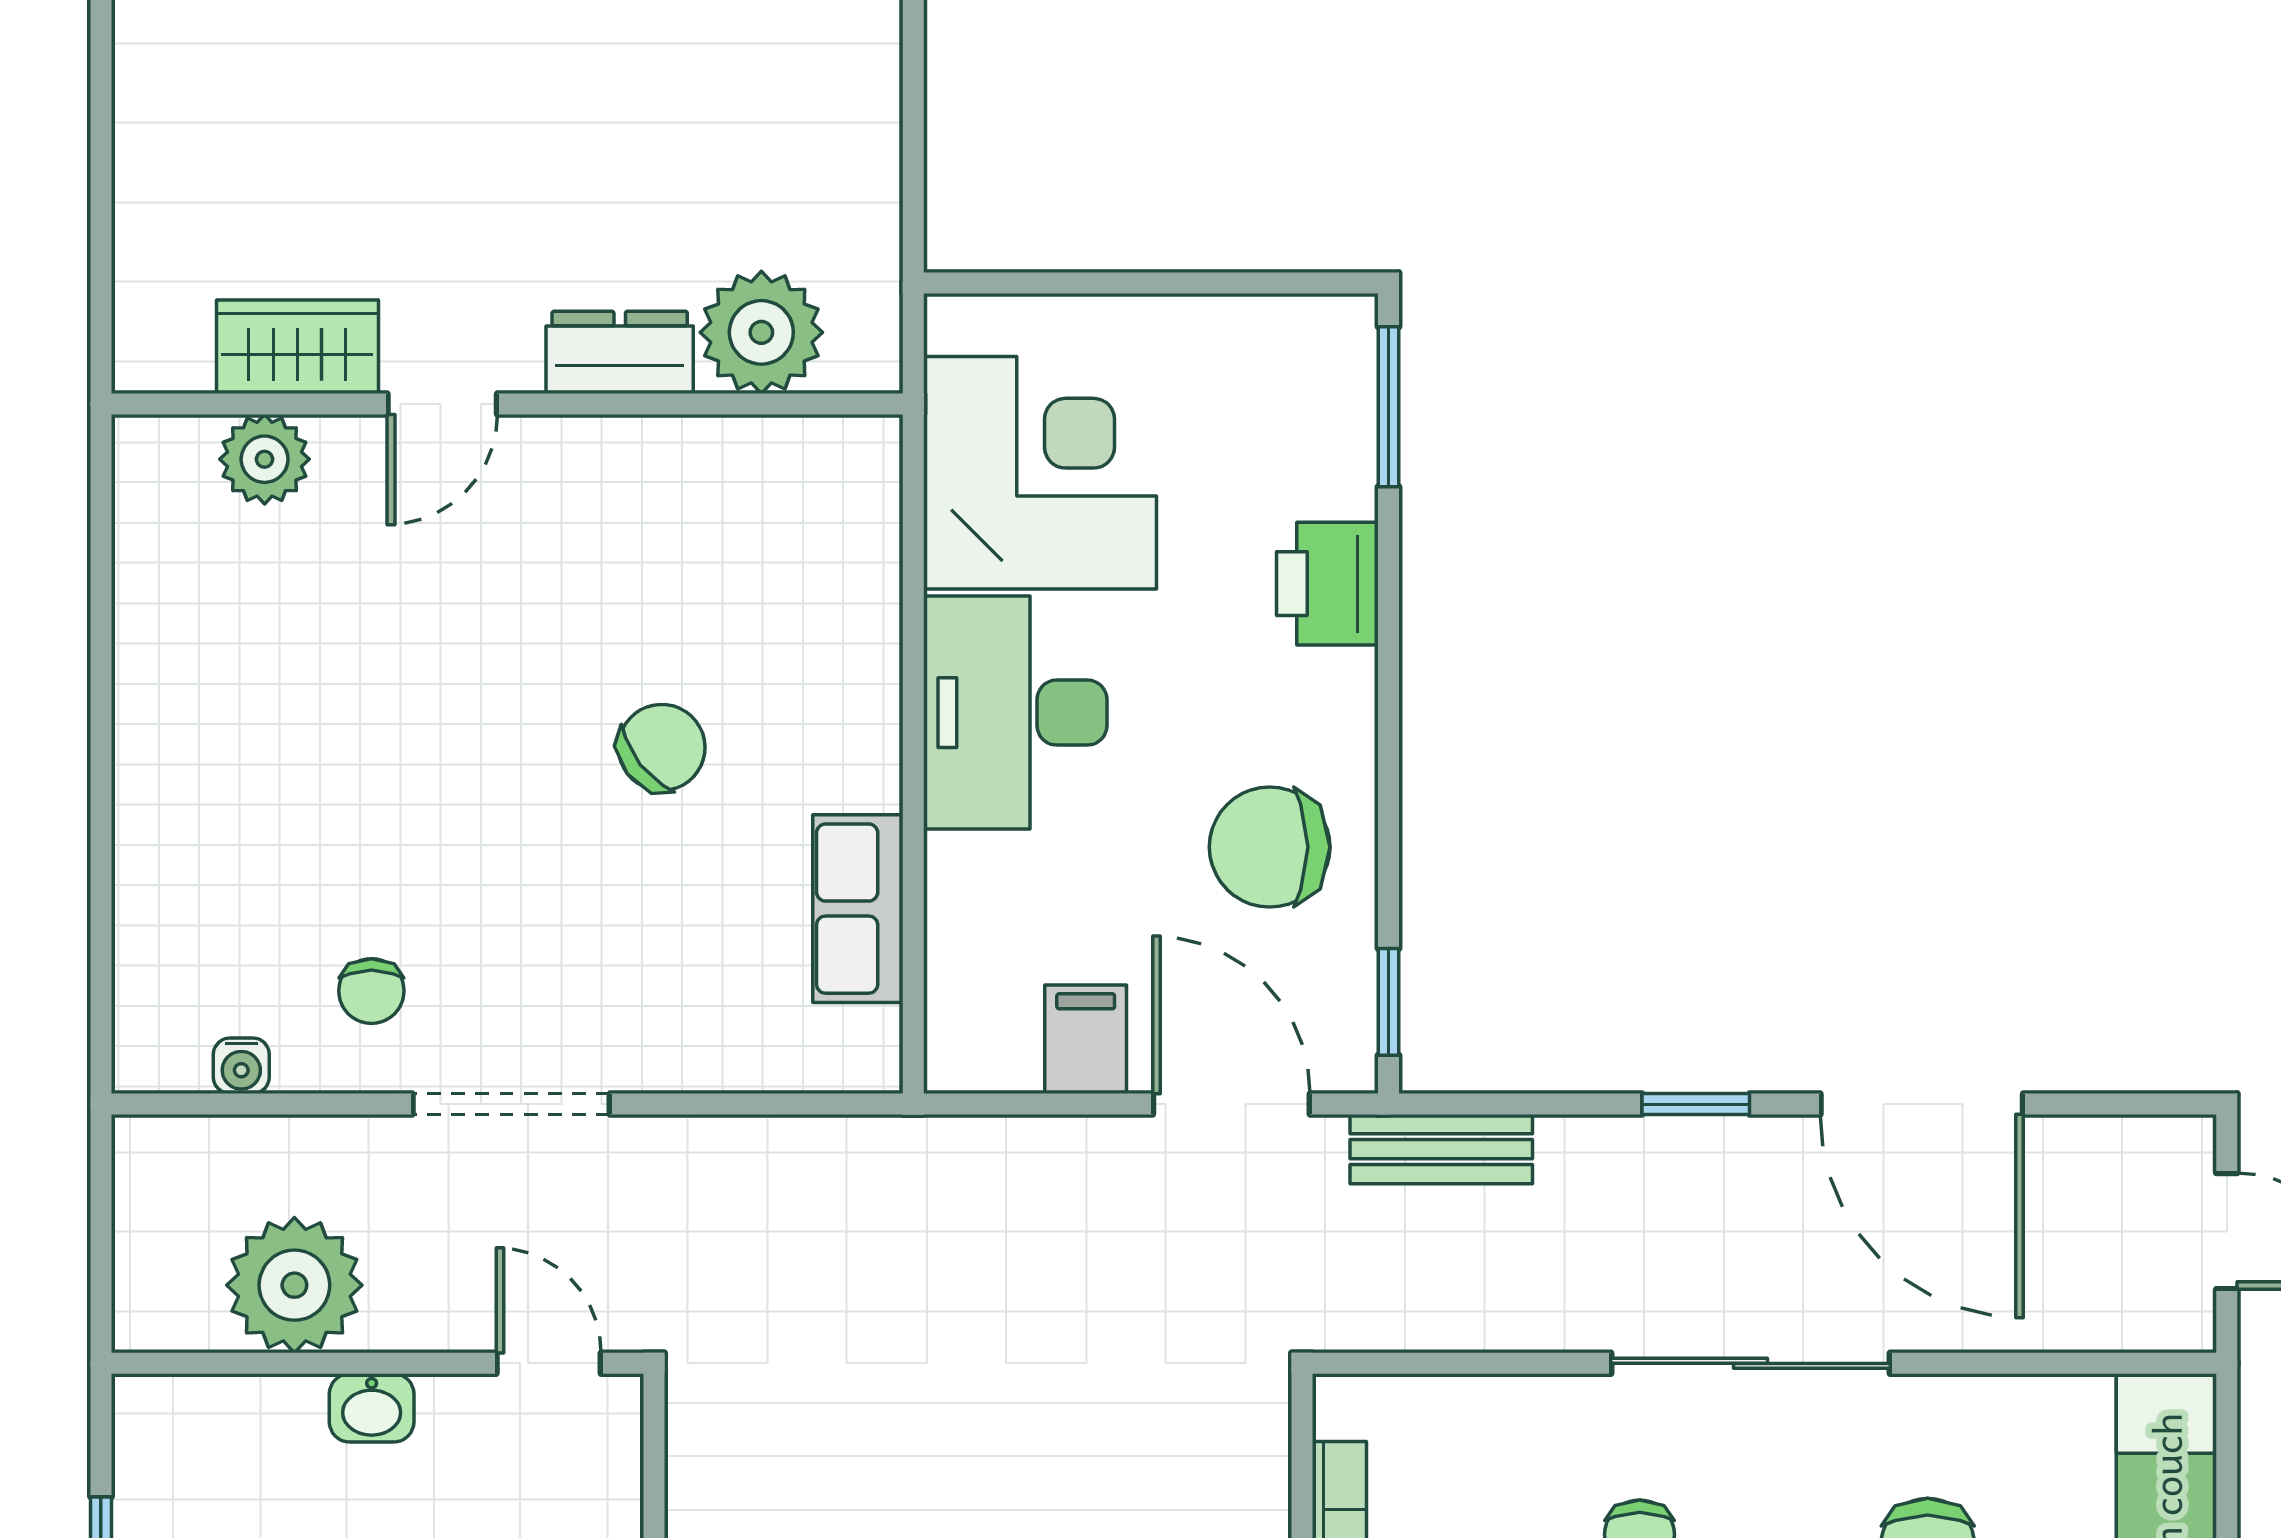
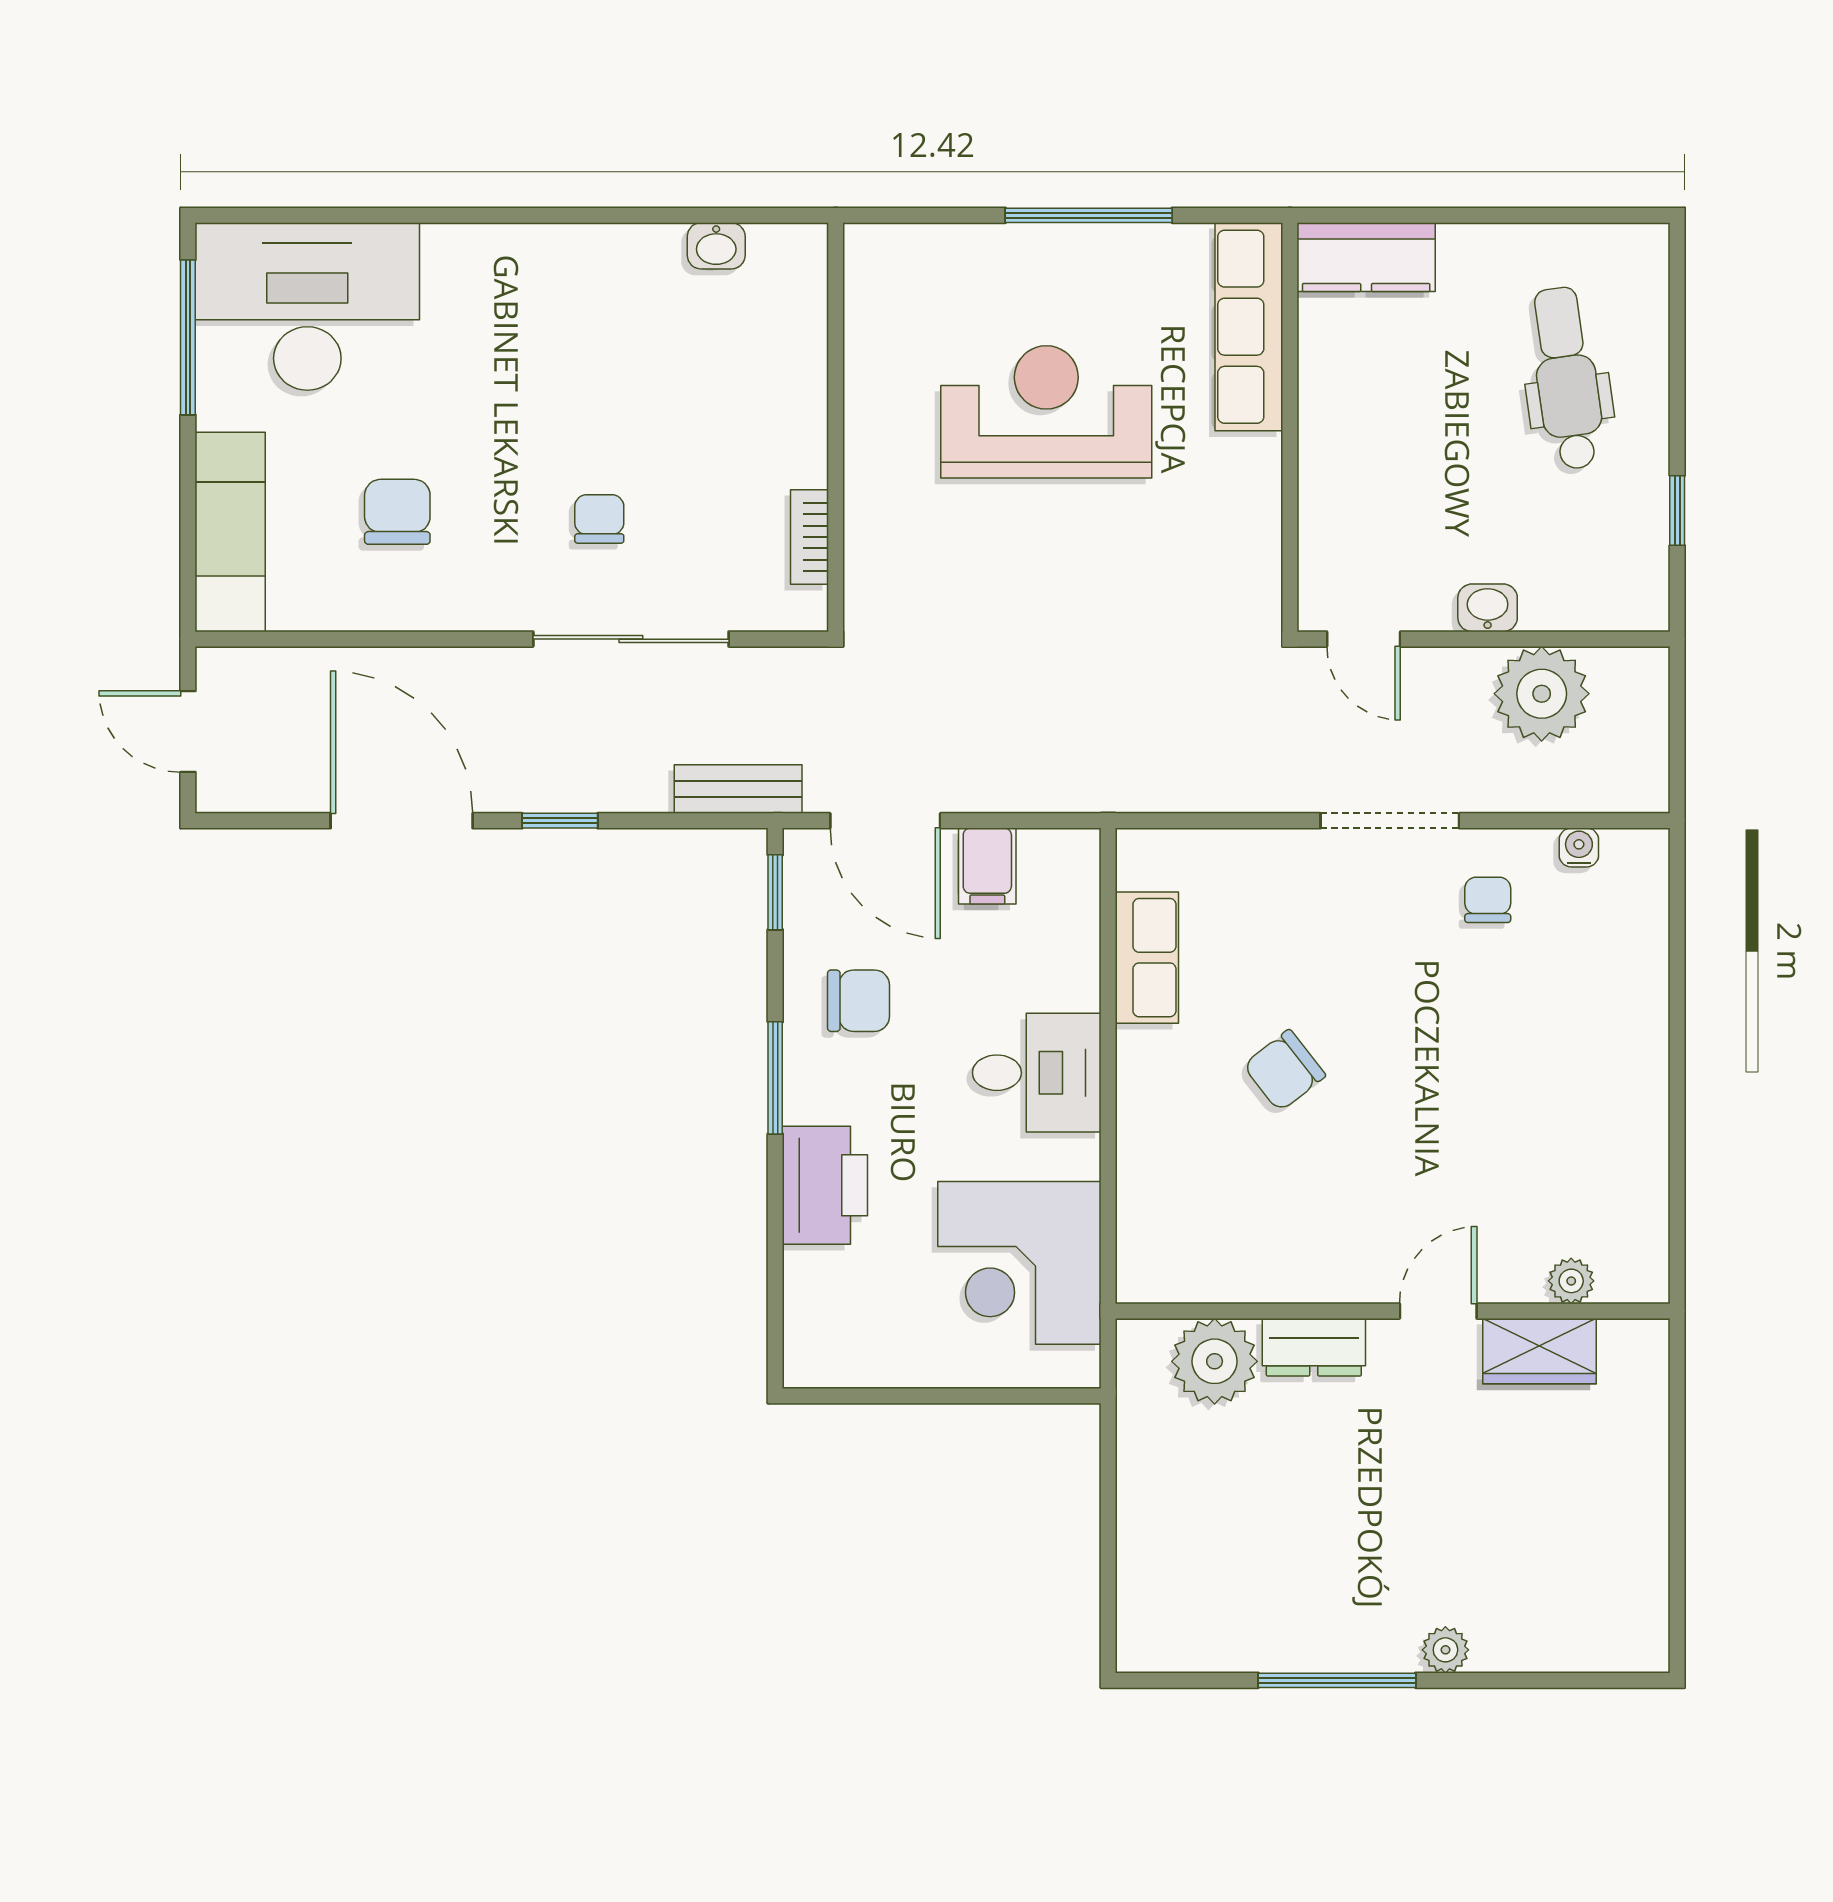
window: (1388, 407) -> (775, 1078), moved
plant: (265, 459) -> (1571, 1281), width x0.73, depth x0.73
printer: (1327, 584) -> (825, 1185), width x1.37, depth x1.19
desk: (1015, 713) -> (1037, 1073), width x0.73
chair: (1270, 847) -> (858, 1001), width x0.73, depth x0.73
sliding door: (1750, 1363) -> (631, 639), moved

